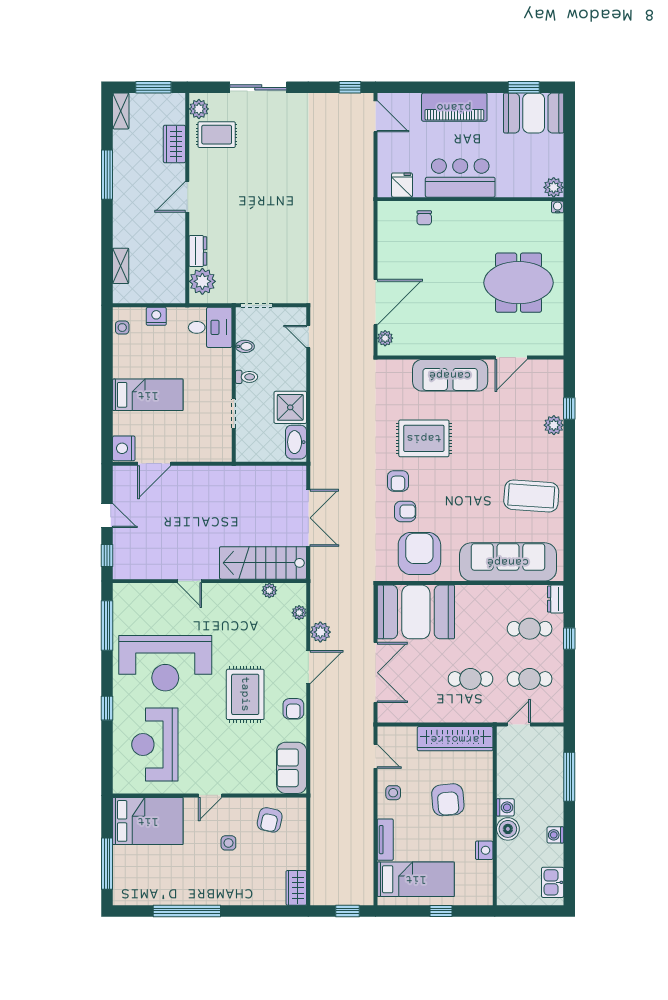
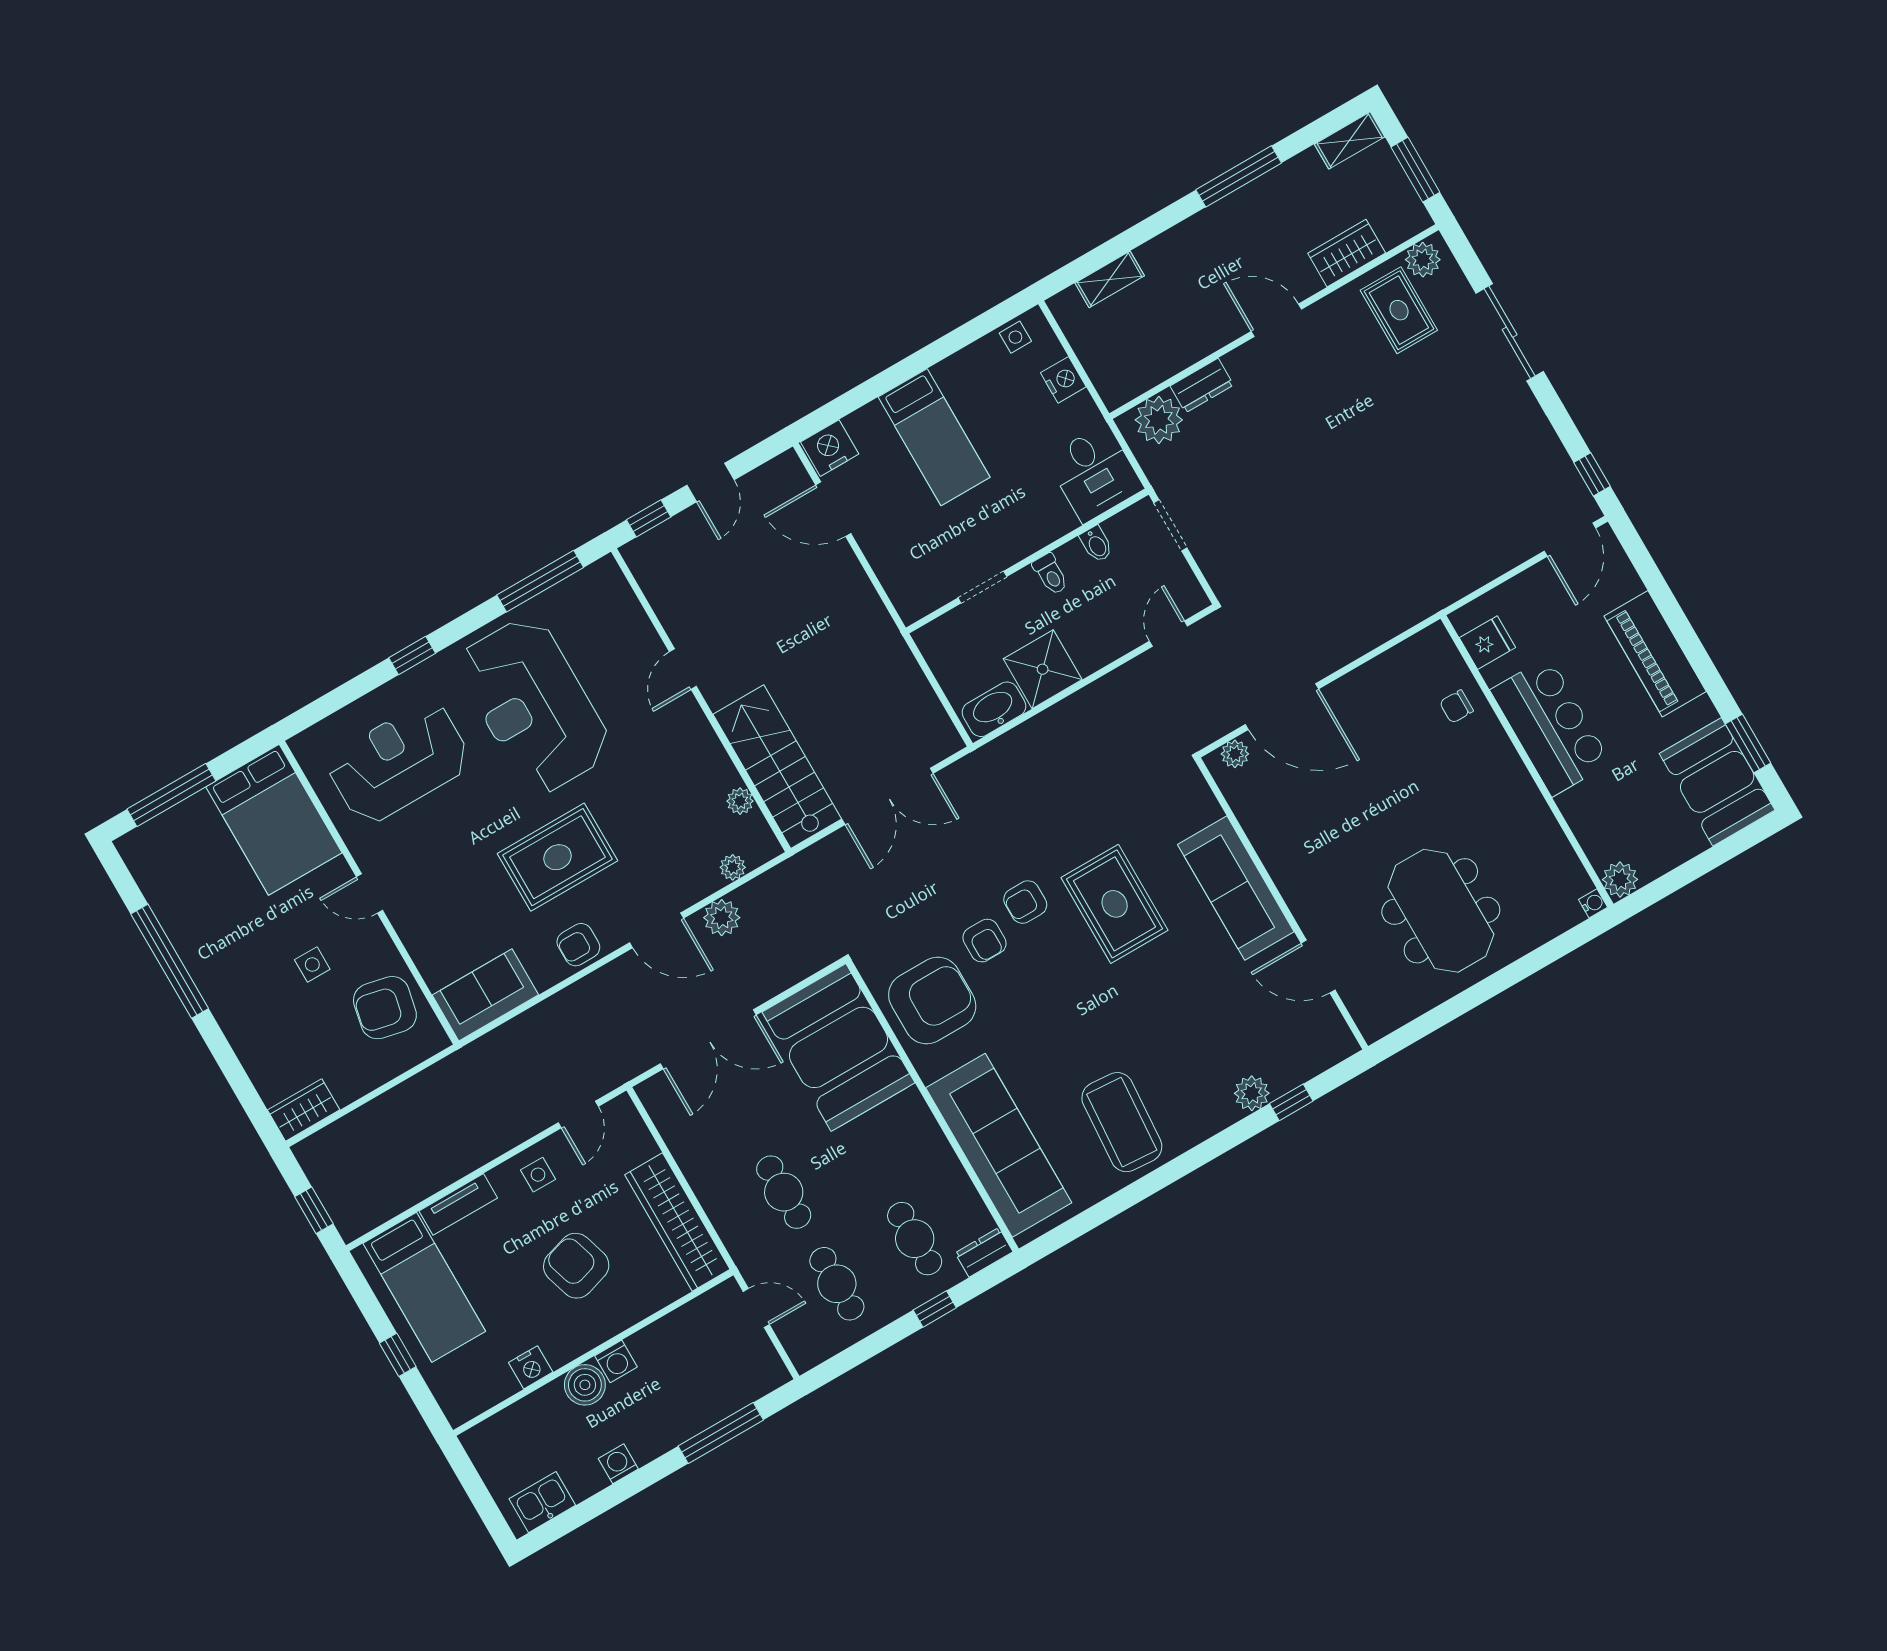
armchair: (448, 800) -> (576, 1266), turned 78
armchair: (270, 820) -> (385, 1008), width x1.38, depth x1.38

